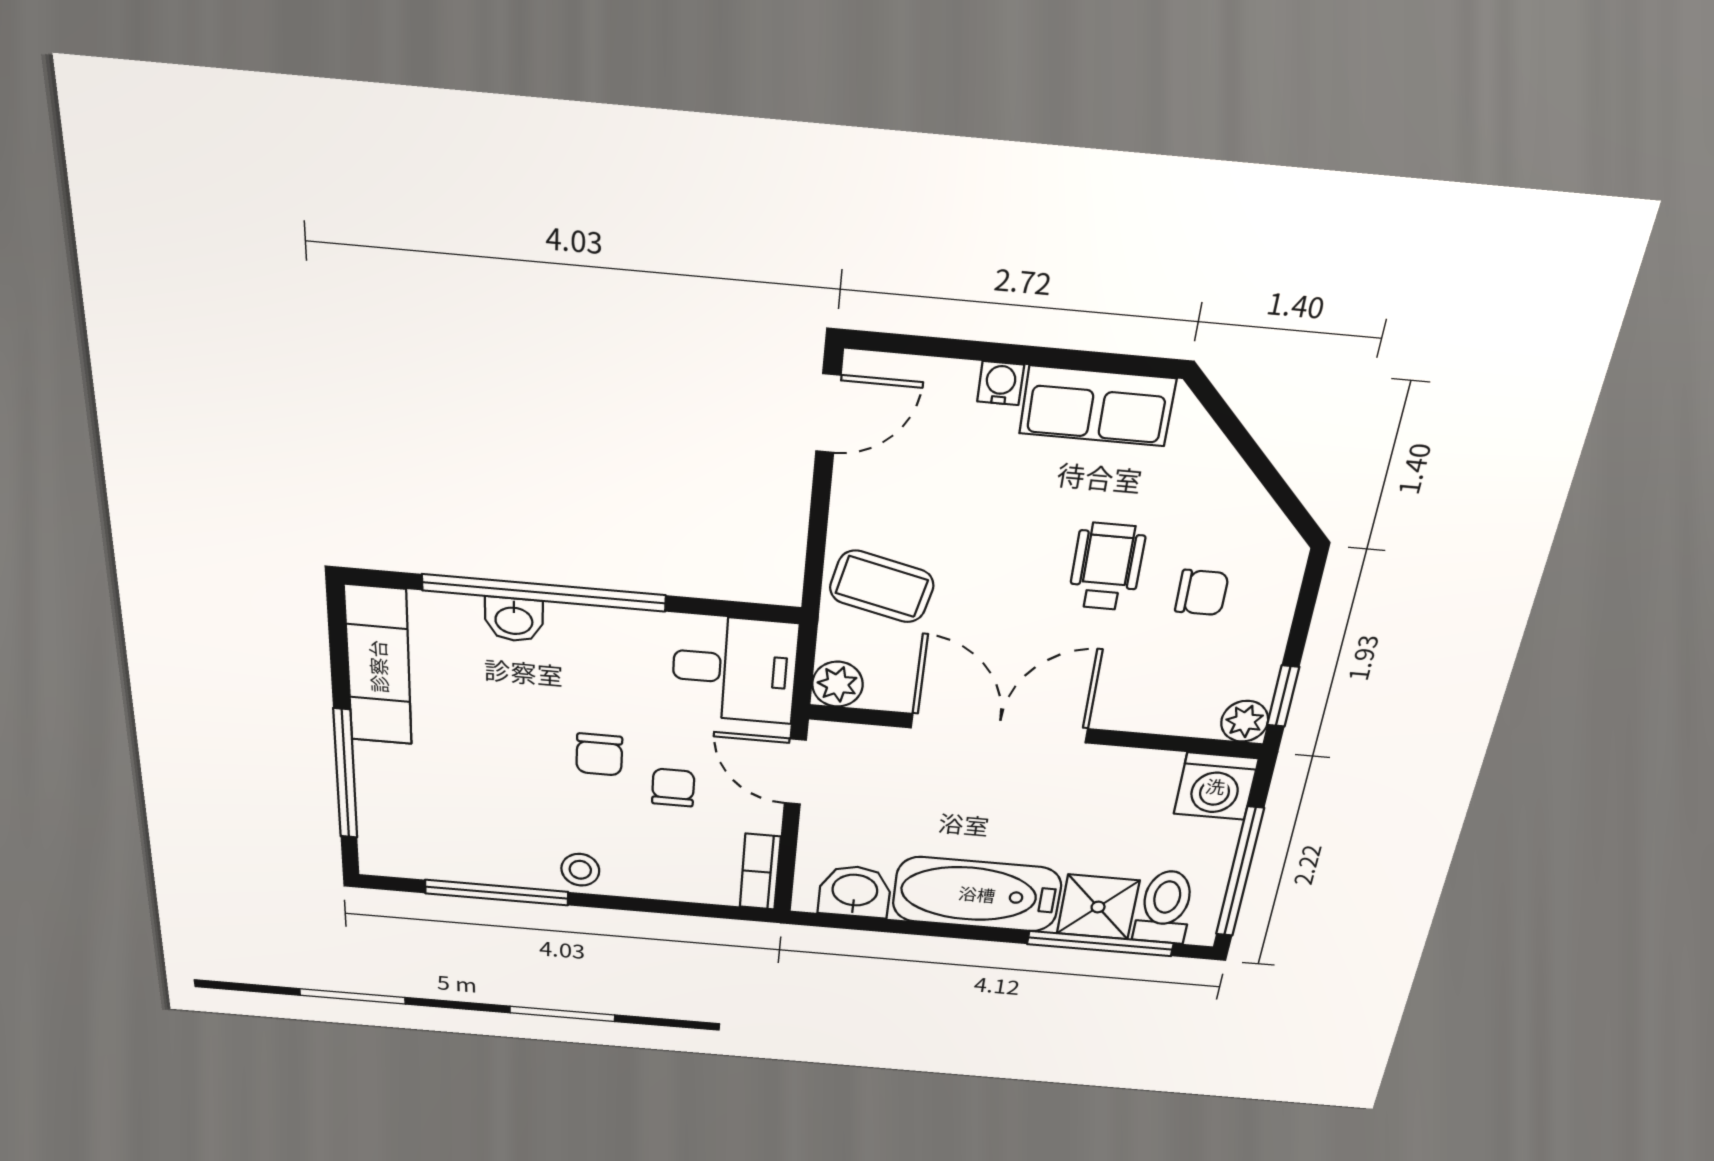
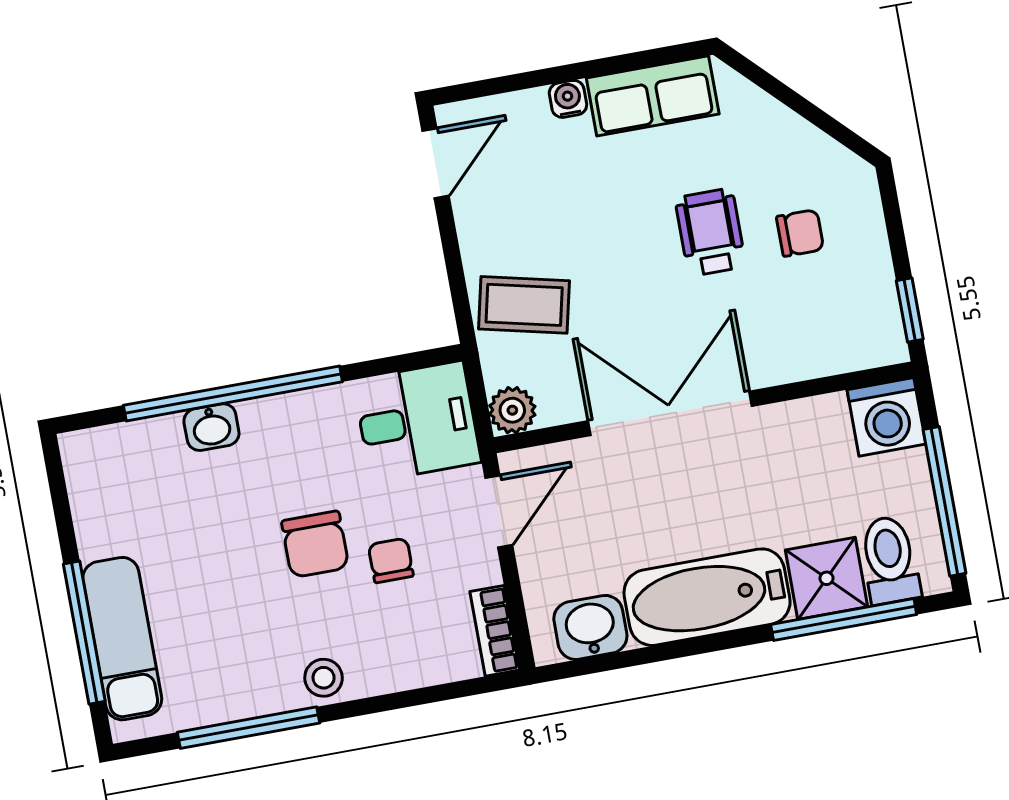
exam couch: (378, 666) -> (122, 639), moved
plant: (1245, 721) -> (886, 344), removed
chair: (599, 755) -> (315, 544), width x1.37, depth x1.37
door: (795, 772) -> (499, 511), swing flipped

